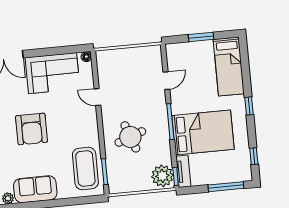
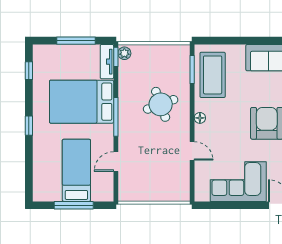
window: (201, 37) -> (74, 205), width x1.44
floor lamp: (86, 57) -> (200, 118), moved
bed: (229, 67) -> (76, 170), moved
plant: (162, 176) -> (124, 53), width x0.53, depth x0.53
window: (226, 187) -> (76, 41), moved

